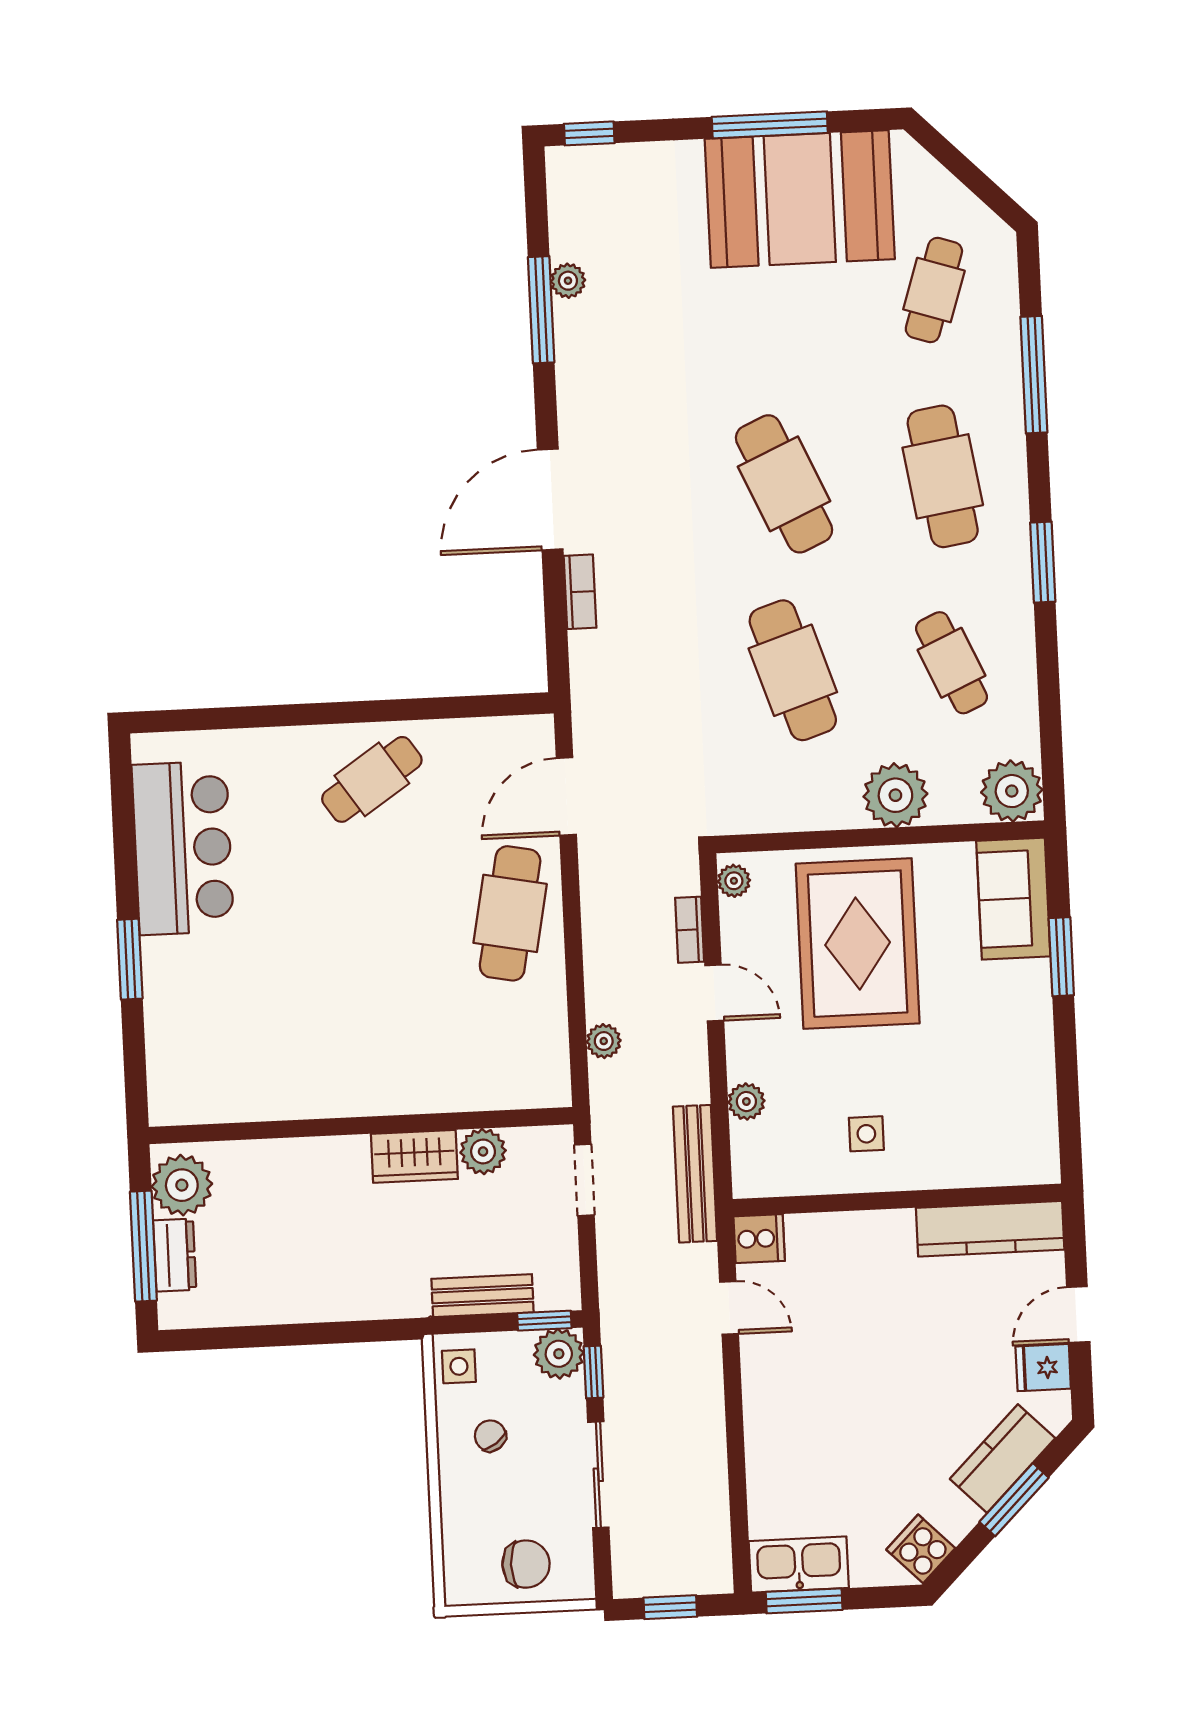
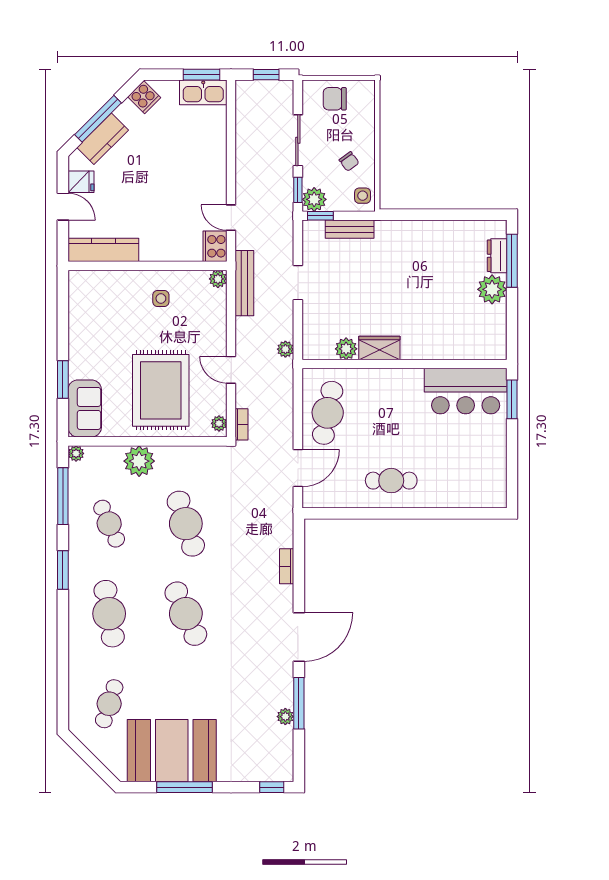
window: (1034, 375) -> (63, 496), moved
door: (550, 499) -> (299, 637), moved
cafe table: (372, 779) -> (391, 481), turned 34
plant: (1012, 791) -> (76, 453), width x0.53, depth x0.53
bar counter: (183, 848) -> (466, 391), moved, turned -90
bookcase: (690, 930) -> (241, 424), moved
plant: (746, 1102) -> (218, 279), moved
wall: (361, 1126) -> (404, 364), moved
plant: (483, 1151) -> (346, 349), moved
wardrobe: (414, 1156) -> (379, 348), moved
cooker: (759, 1239) -> (215, 246), width x1.36
door: (1078, 1314) -> (63, 207), hinge flipped
window: (1014, 1500) -> (98, 119), width x1.44

